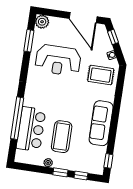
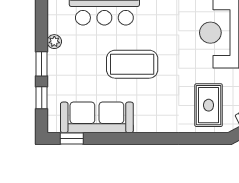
sofa: (101, 123) -> (97, 117), moved
coffee table: (62, 137) -> (132, 64), moved

